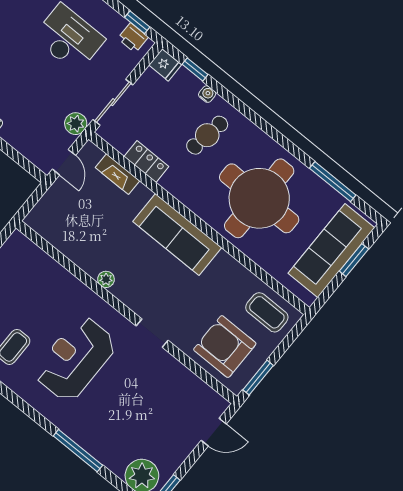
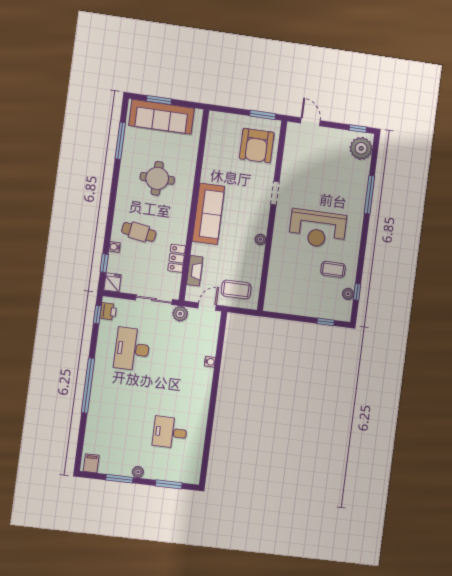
round table: (259, 198) -> (157, 178), width x0.54, depth x0.54
coffee table: (267, 312) -> (236, 289), moved, turned 90

